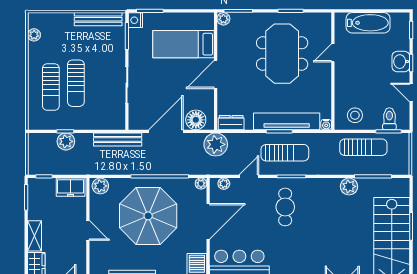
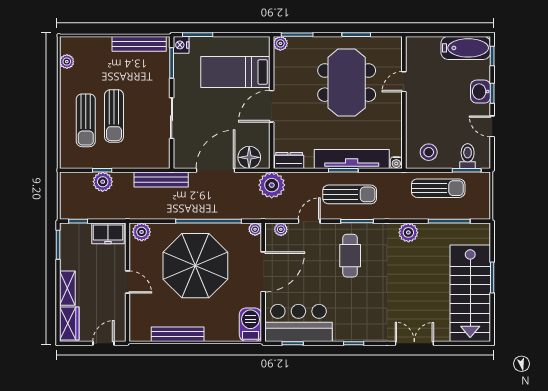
bathtub: (368, 23) -> (466, 48), moved
plant: (349, 186) -> (408, 232), moved

